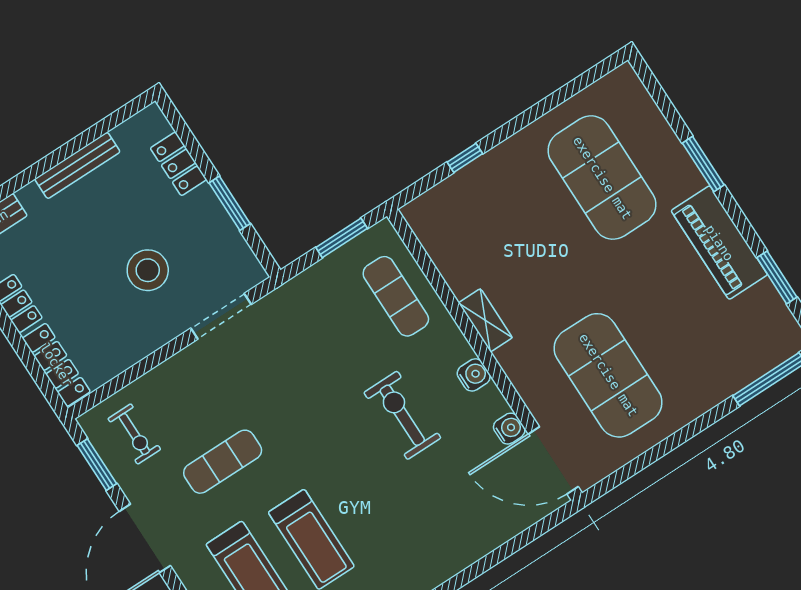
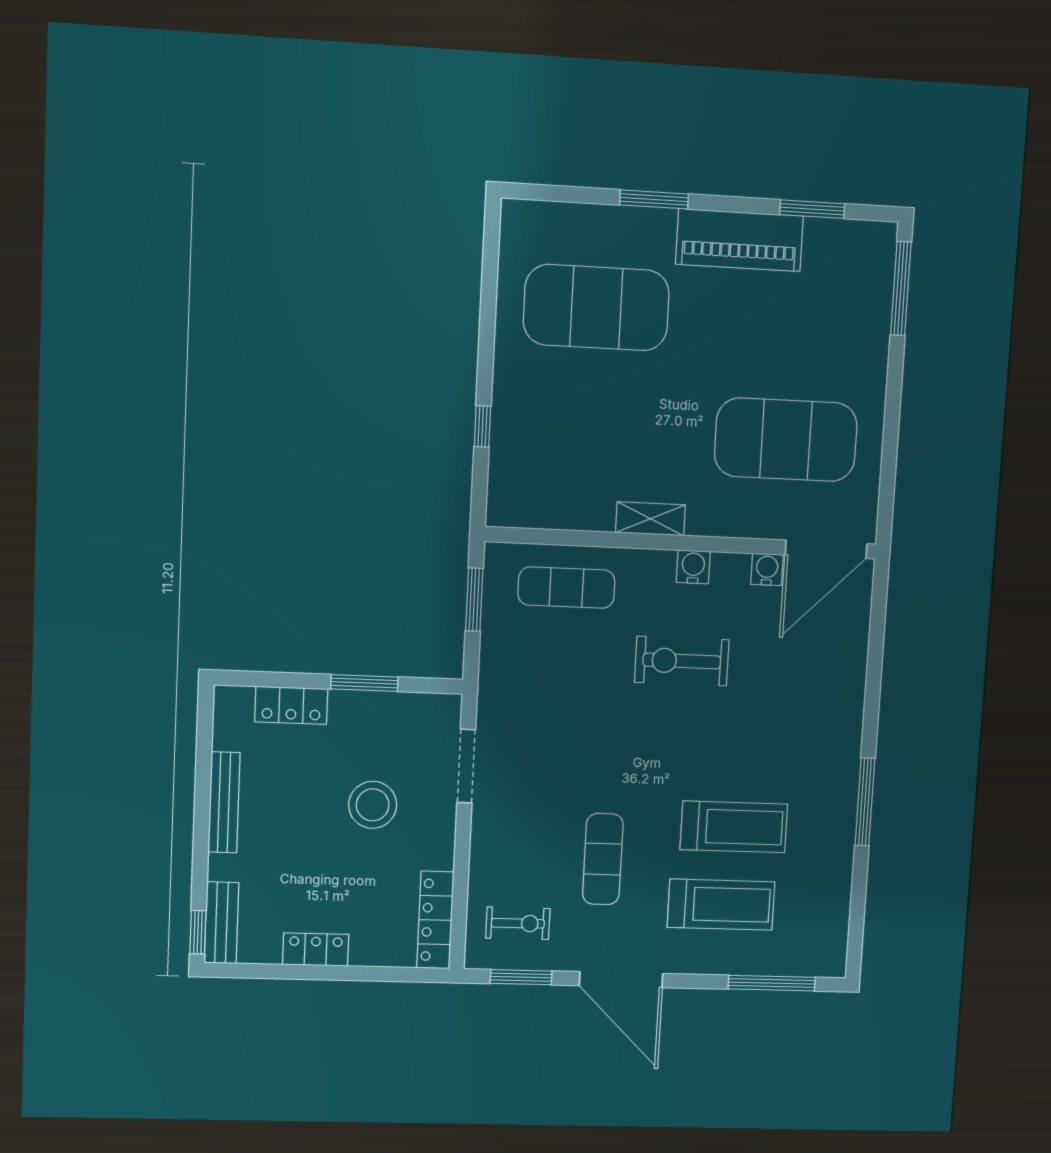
locker: (56, 365) -> (435, 920), moved, turned -90

